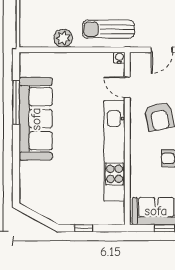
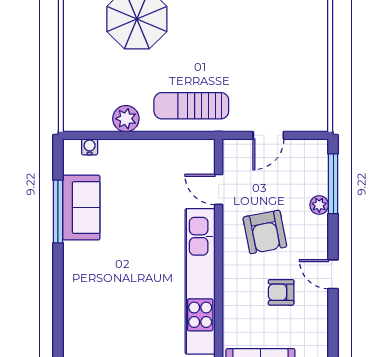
water cooler: (119, 58) -> (90, 147), moved
sofa: (36, 119) -> (81, 208), width x0.54, depth x0.79

